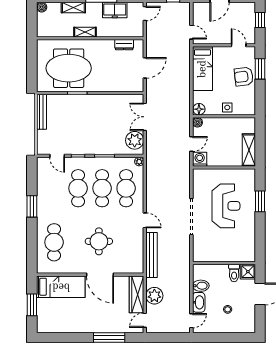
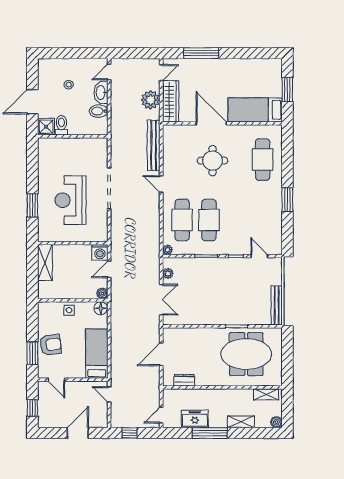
shelving: (85, 32) -> (266, 394), moved
plant: (135, 140) -> (168, 273), width x0.53, depth x0.53
cafe table: (78, 188) -> (236, 220), removed

